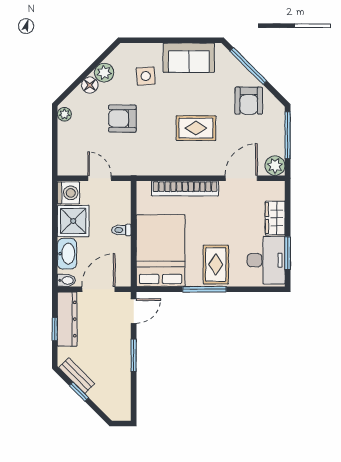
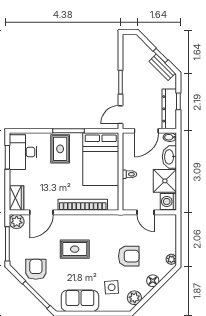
plant: (104, 73) -> (134, 298), moved
wardrobe: (275, 218) -> (17, 198), moved

